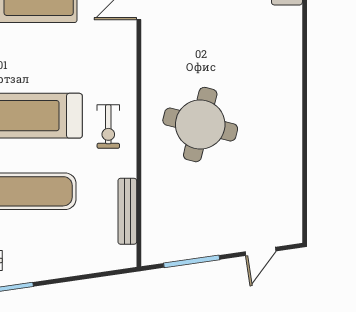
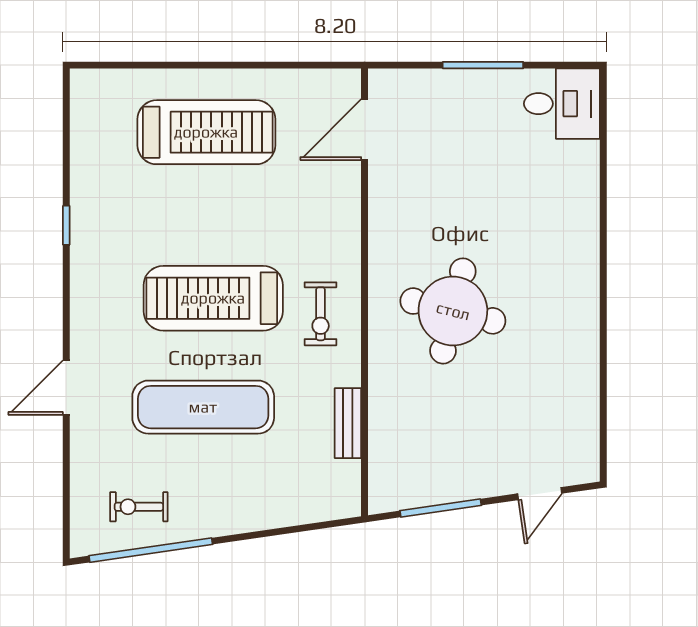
bench: (127, 211) -> (348, 423), width x0.73

